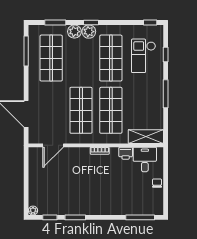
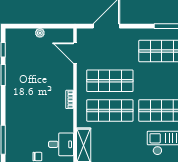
printer: (126, 153) -> (67, 125), removed
plant: (33, 211) -> (40, 33), moved

